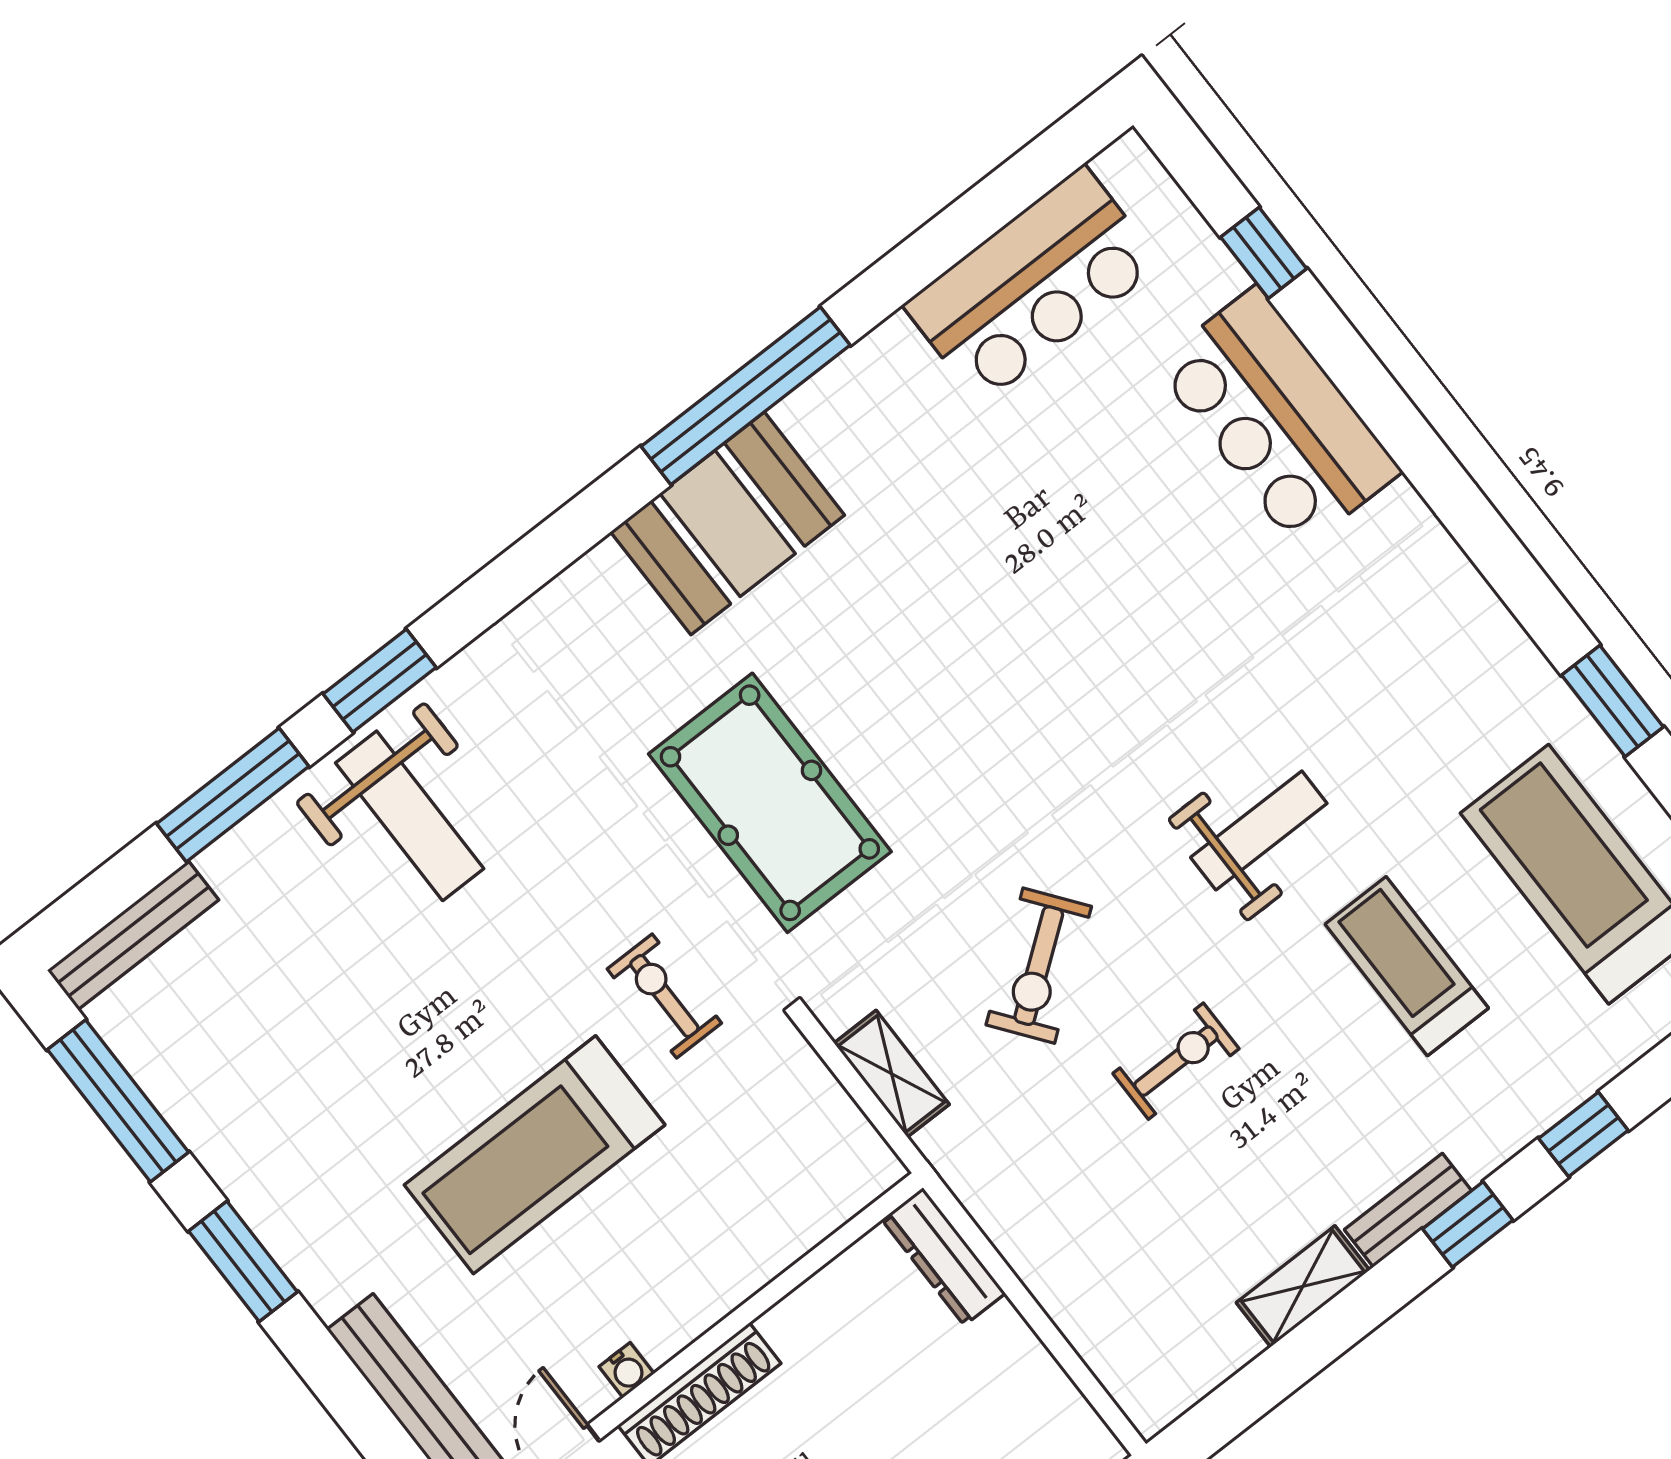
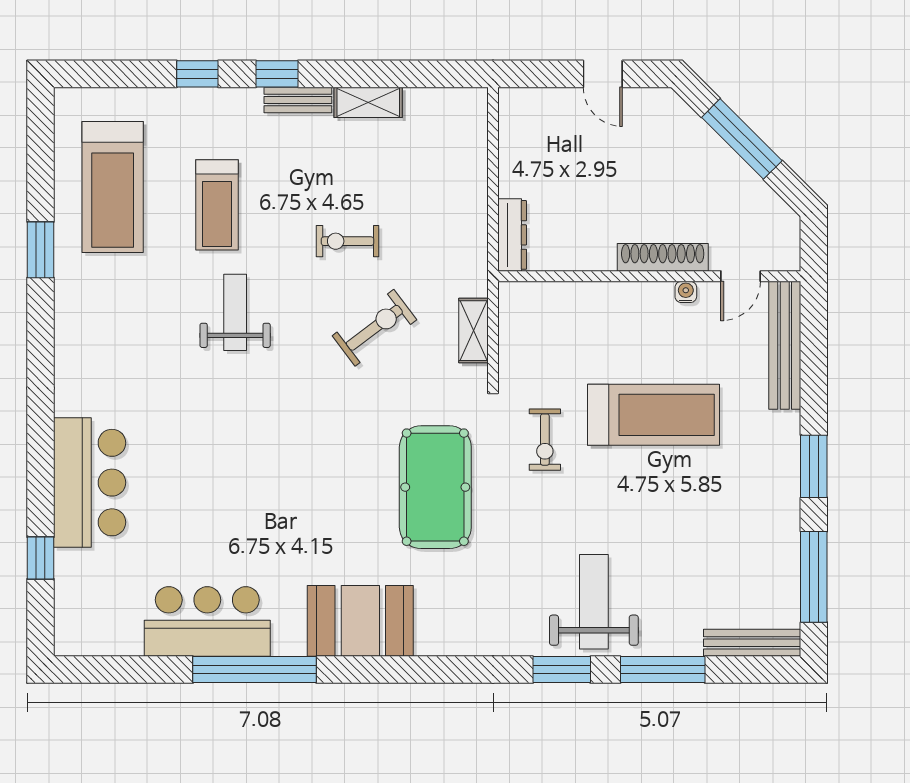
bar counter: (1032, 285) -> (207, 621), moved
window: (746, 396) -> (255, 670), moved
weight bench: (1259, 830) -> (235, 312), turned 90

